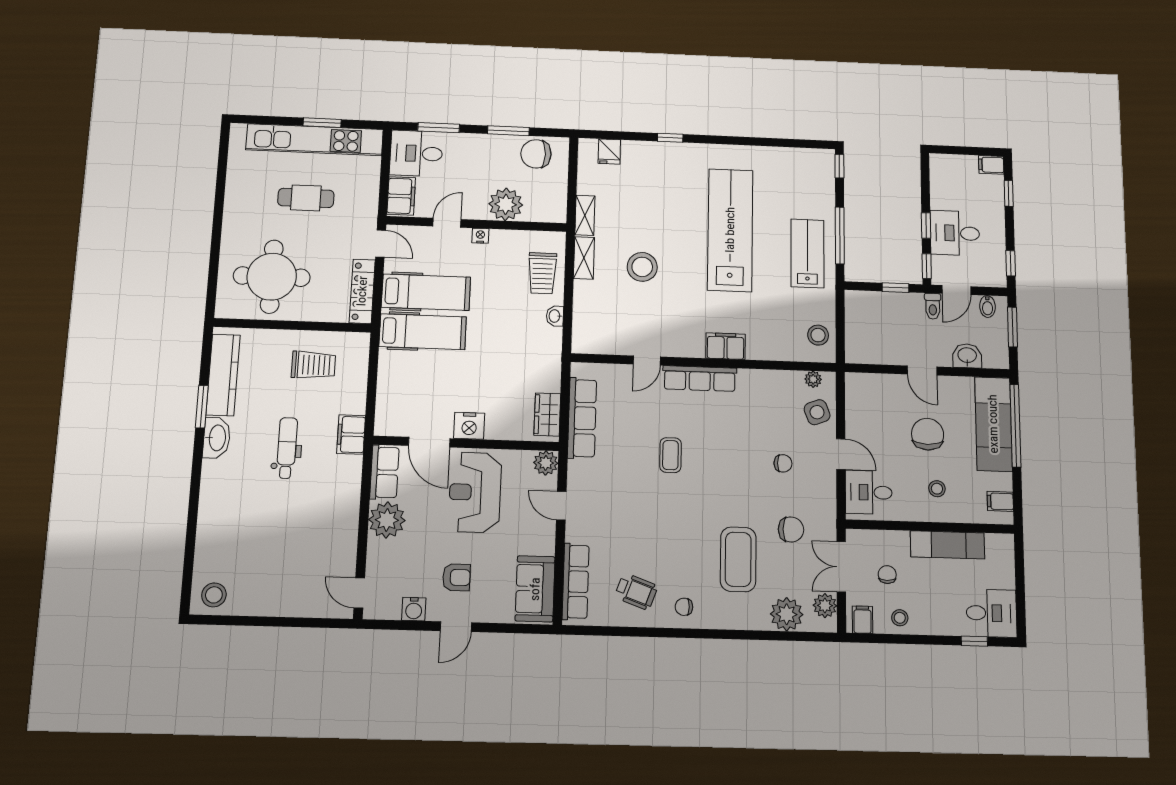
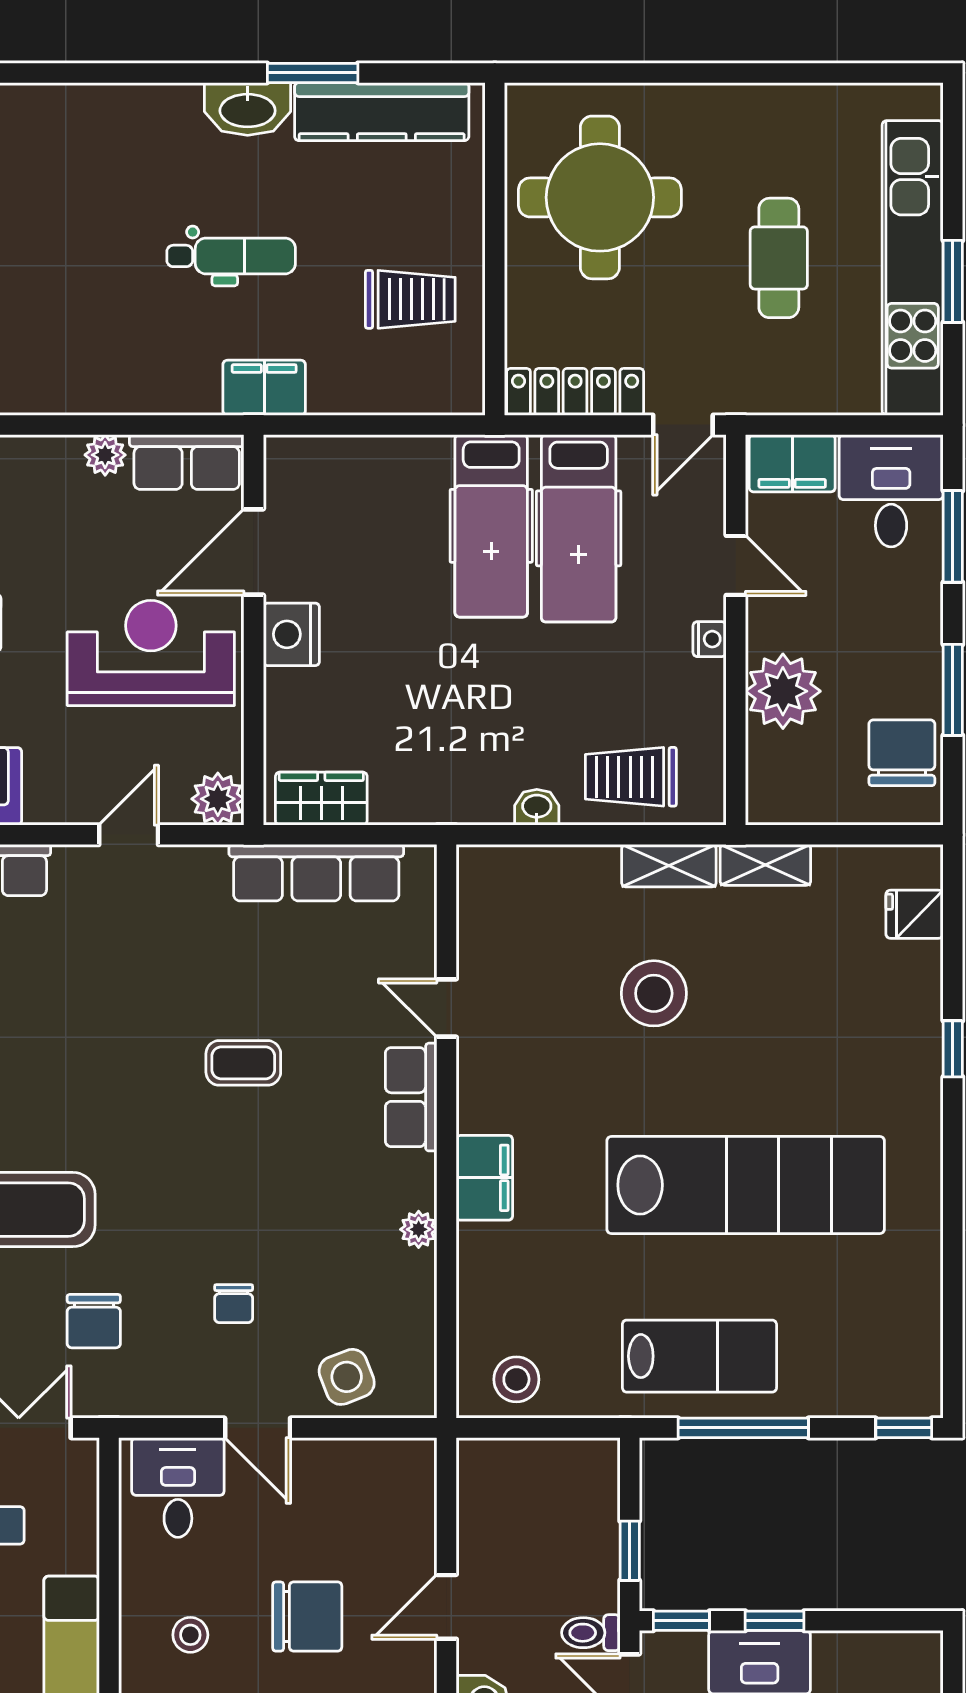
trolley: (314, 365) -> (410, 299), turned -90
row of seats: (700, 379) -> (411, 1097), width x0.68
plant: (813, 379) -> (419, 1229), moved
door: (841, 454) -> (258, 1428), hinge flipped
plant: (387, 520) -> (105, 455), width x0.53, depth x0.53

